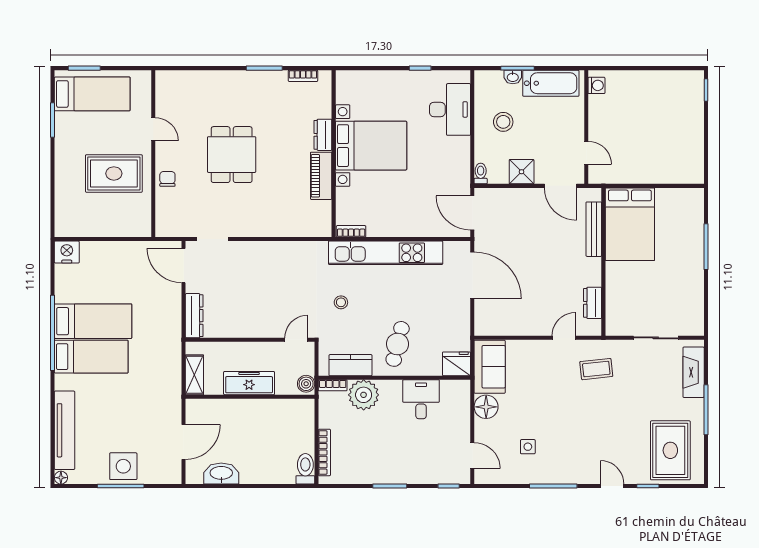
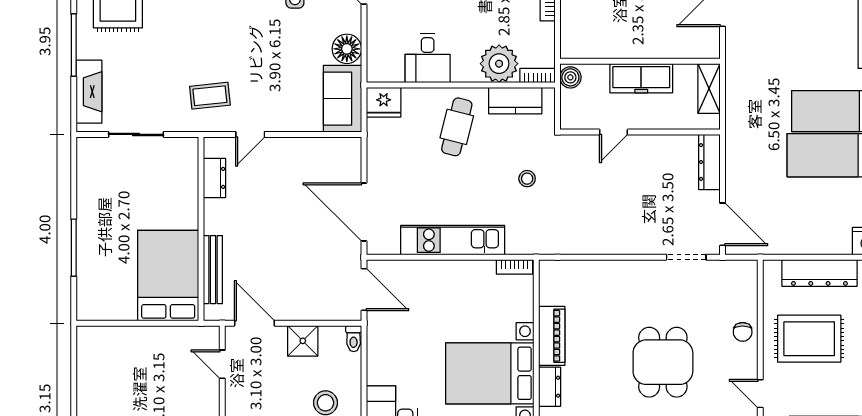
dresser: (106, 226) -> (819, 273), added
kitchen unit: (386, 253) -> (453, 240), width x0.73
door: (296, 340) -> (614, 132), moved

